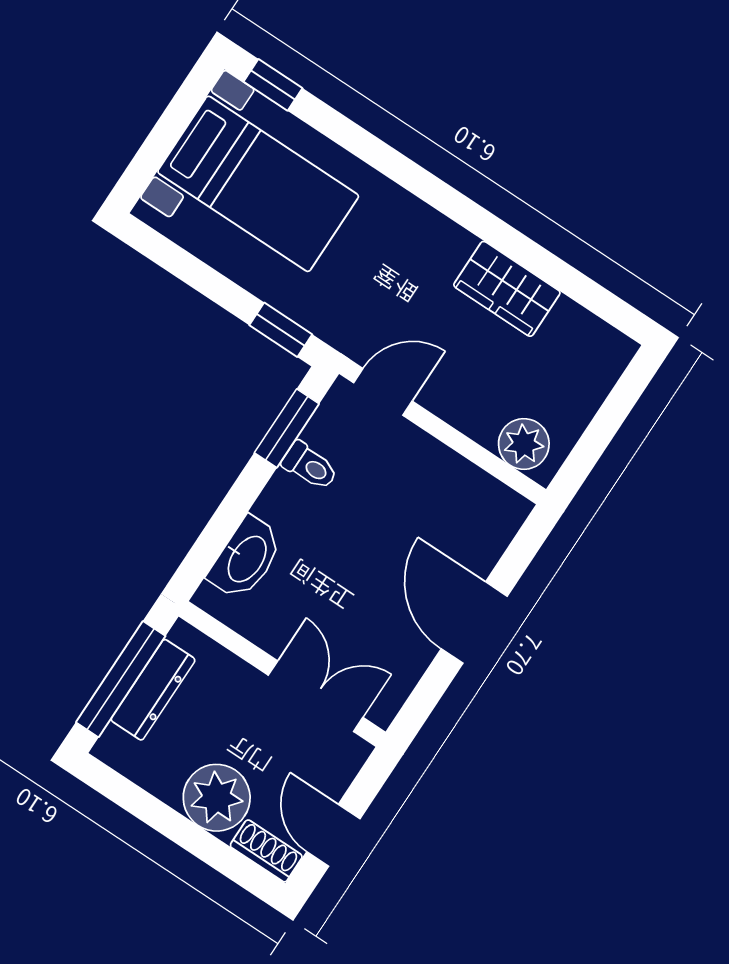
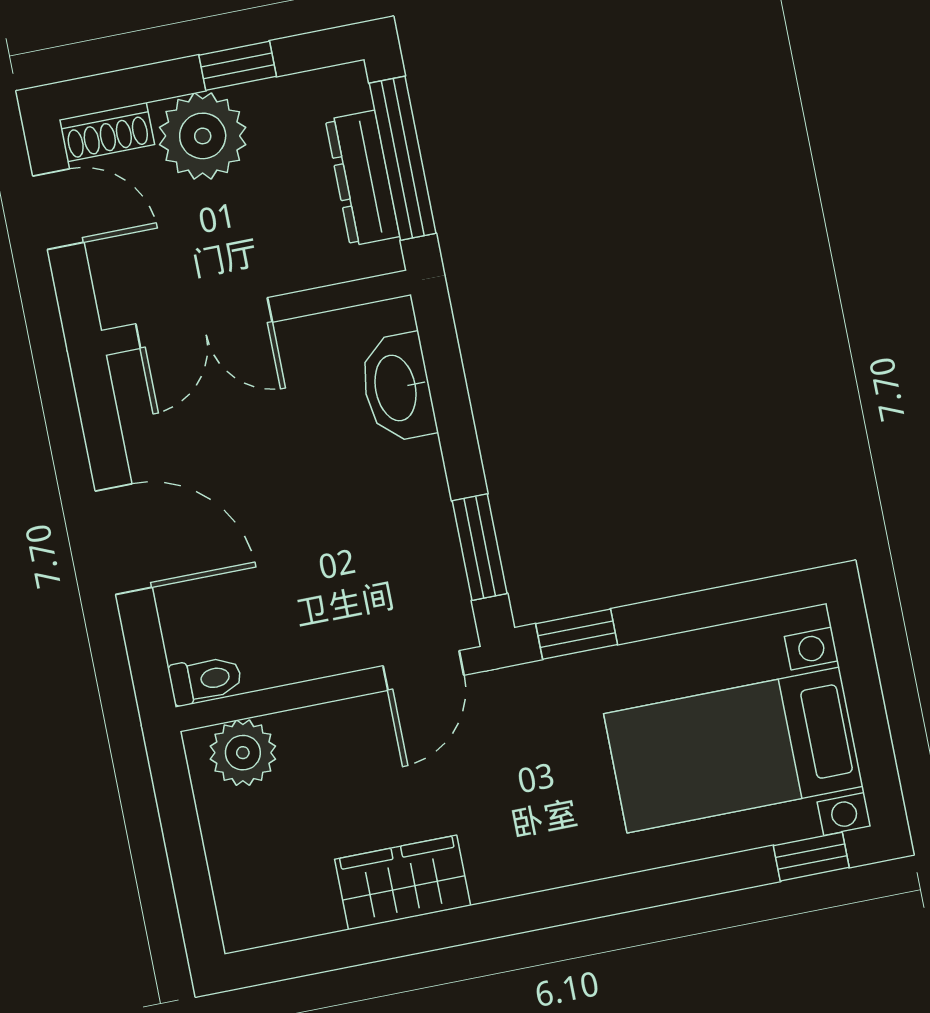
toilet: (310, 466) -> (205, 680), moved, turned 180
window: (160, 817) -> (238, 66), added

